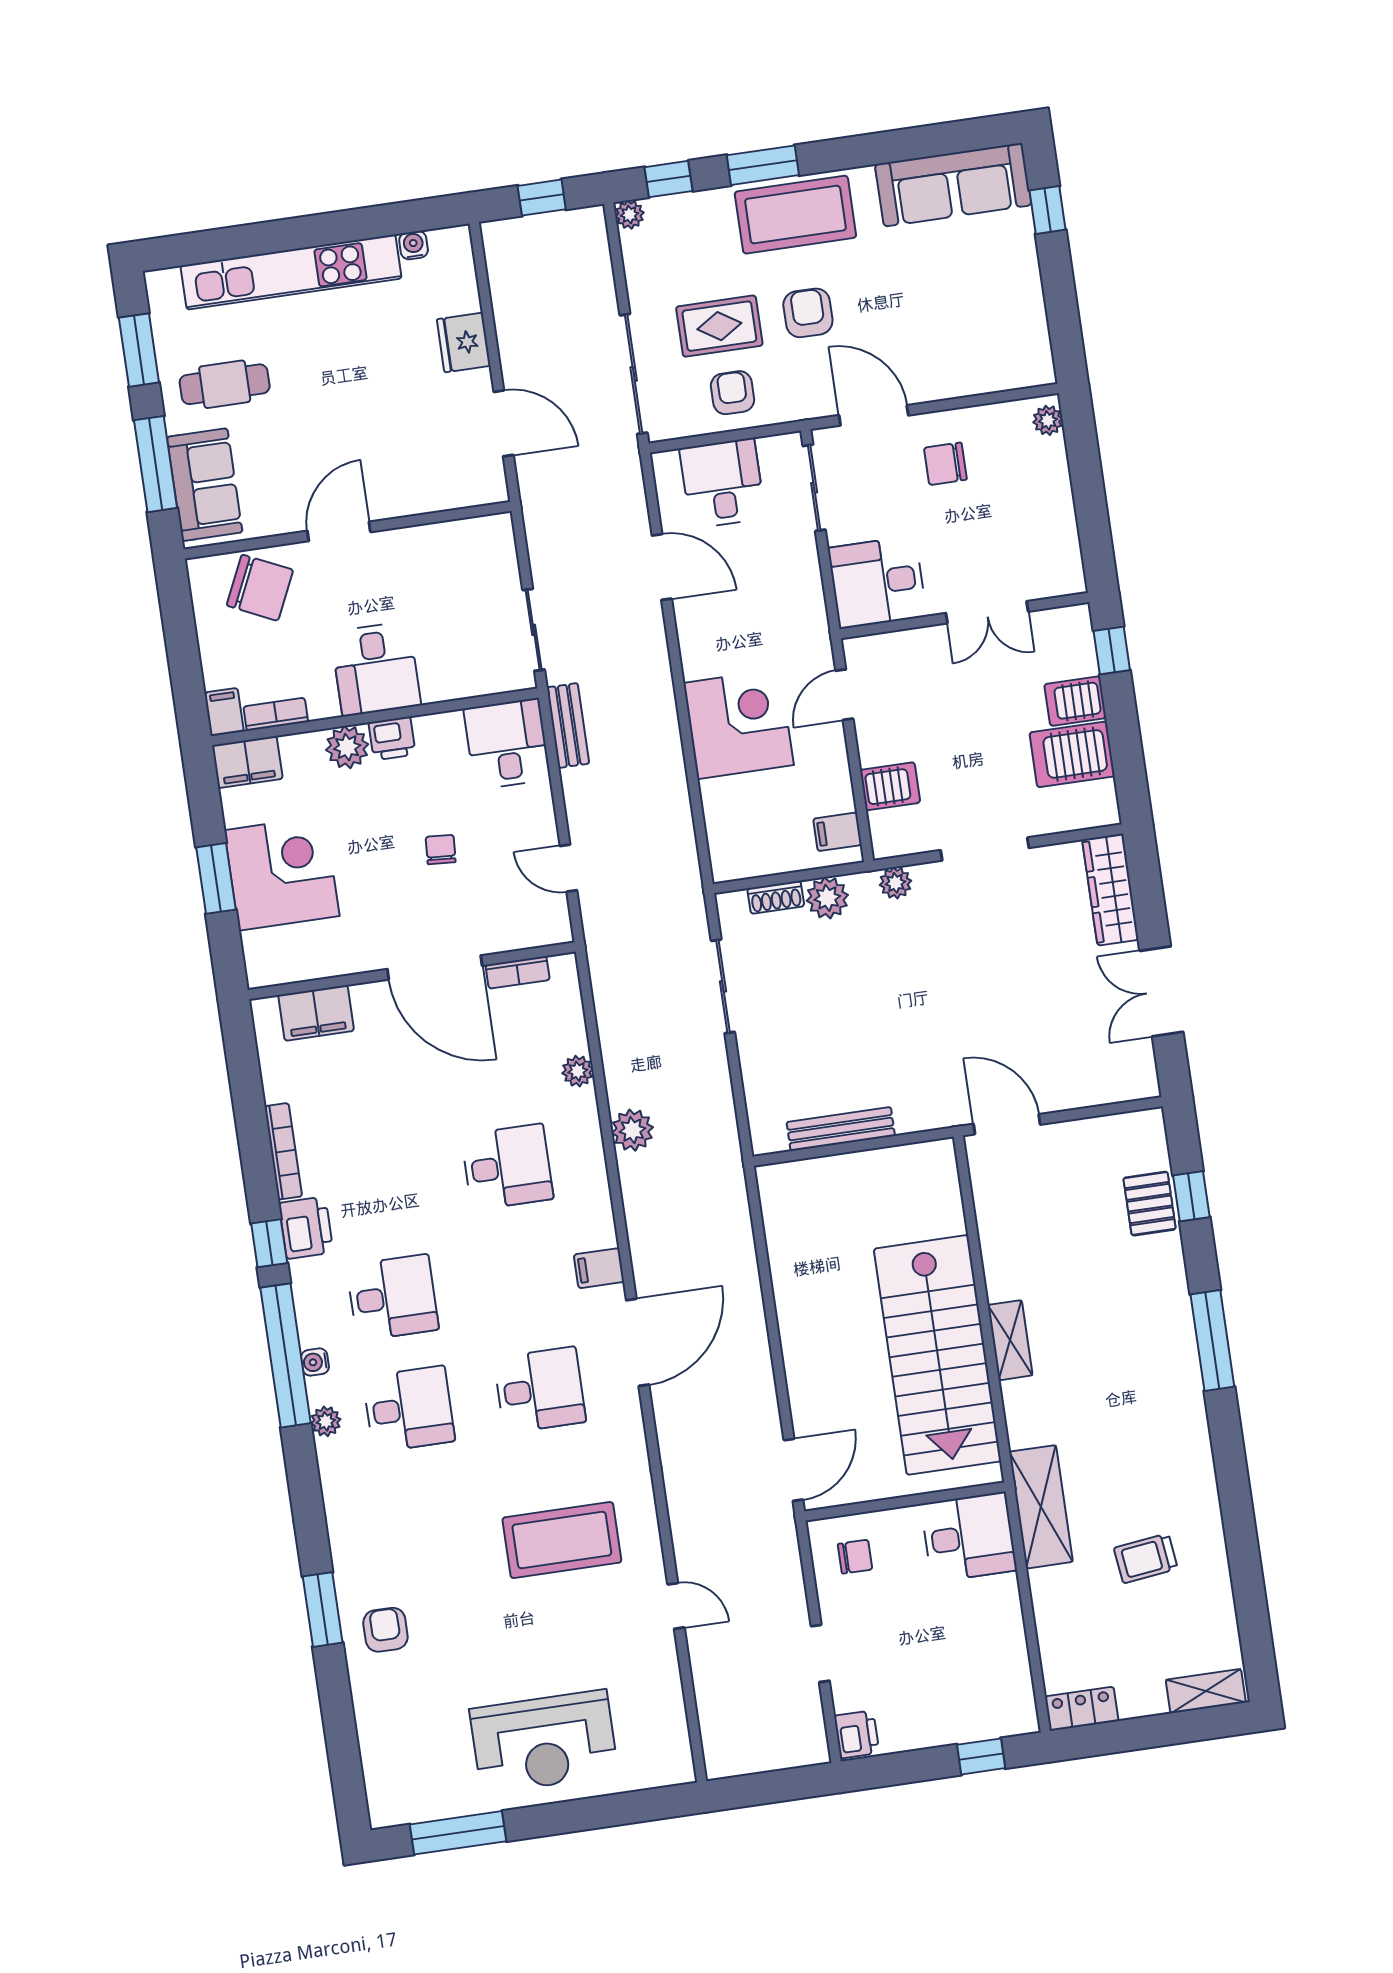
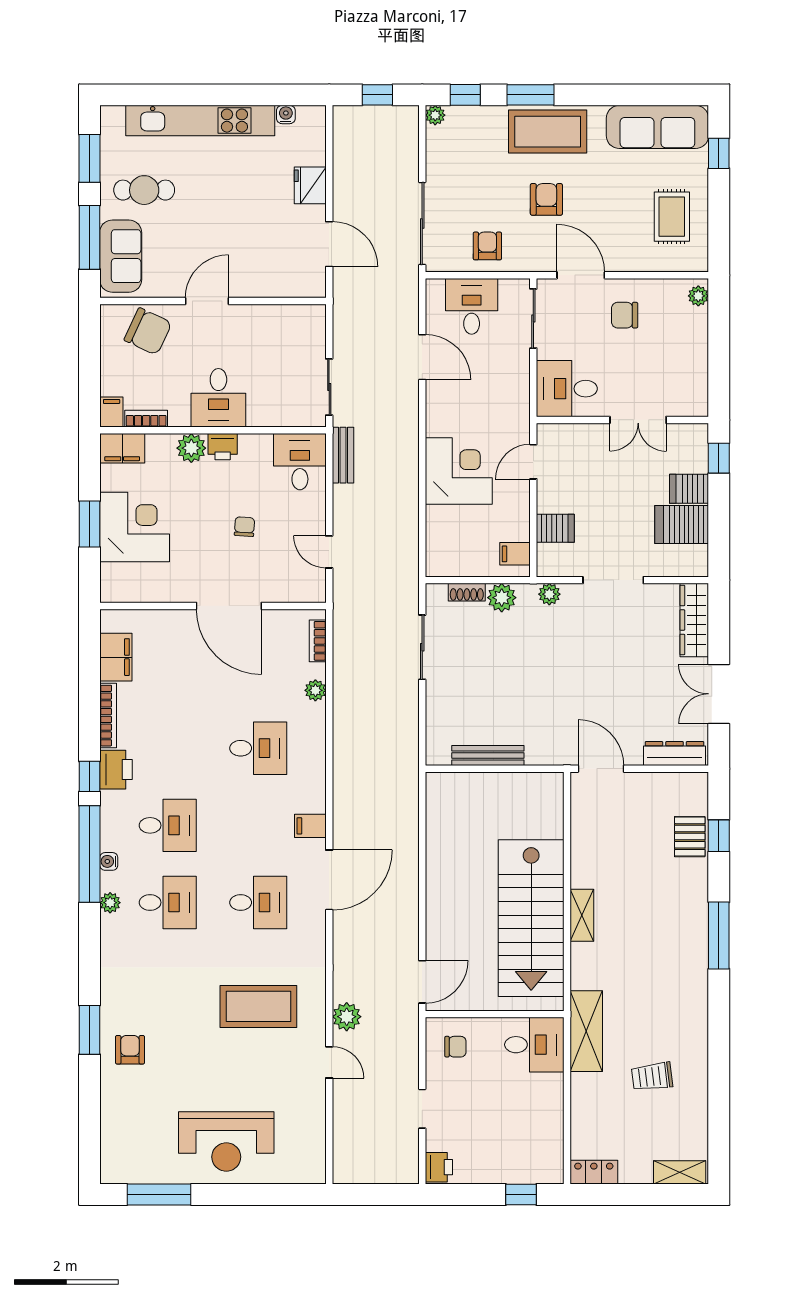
rug: (719, 326) -> (672, 217), moved, turned 90
bookcase: (518, 972) -> (318, 641), moved, turned 90
filing cabinet: (316, 1013) -> (116, 657), moved, turned -90
dresser: (1110, 1087) -> (675, 754), added
plant: (632, 1130) -> (347, 1017), moved

